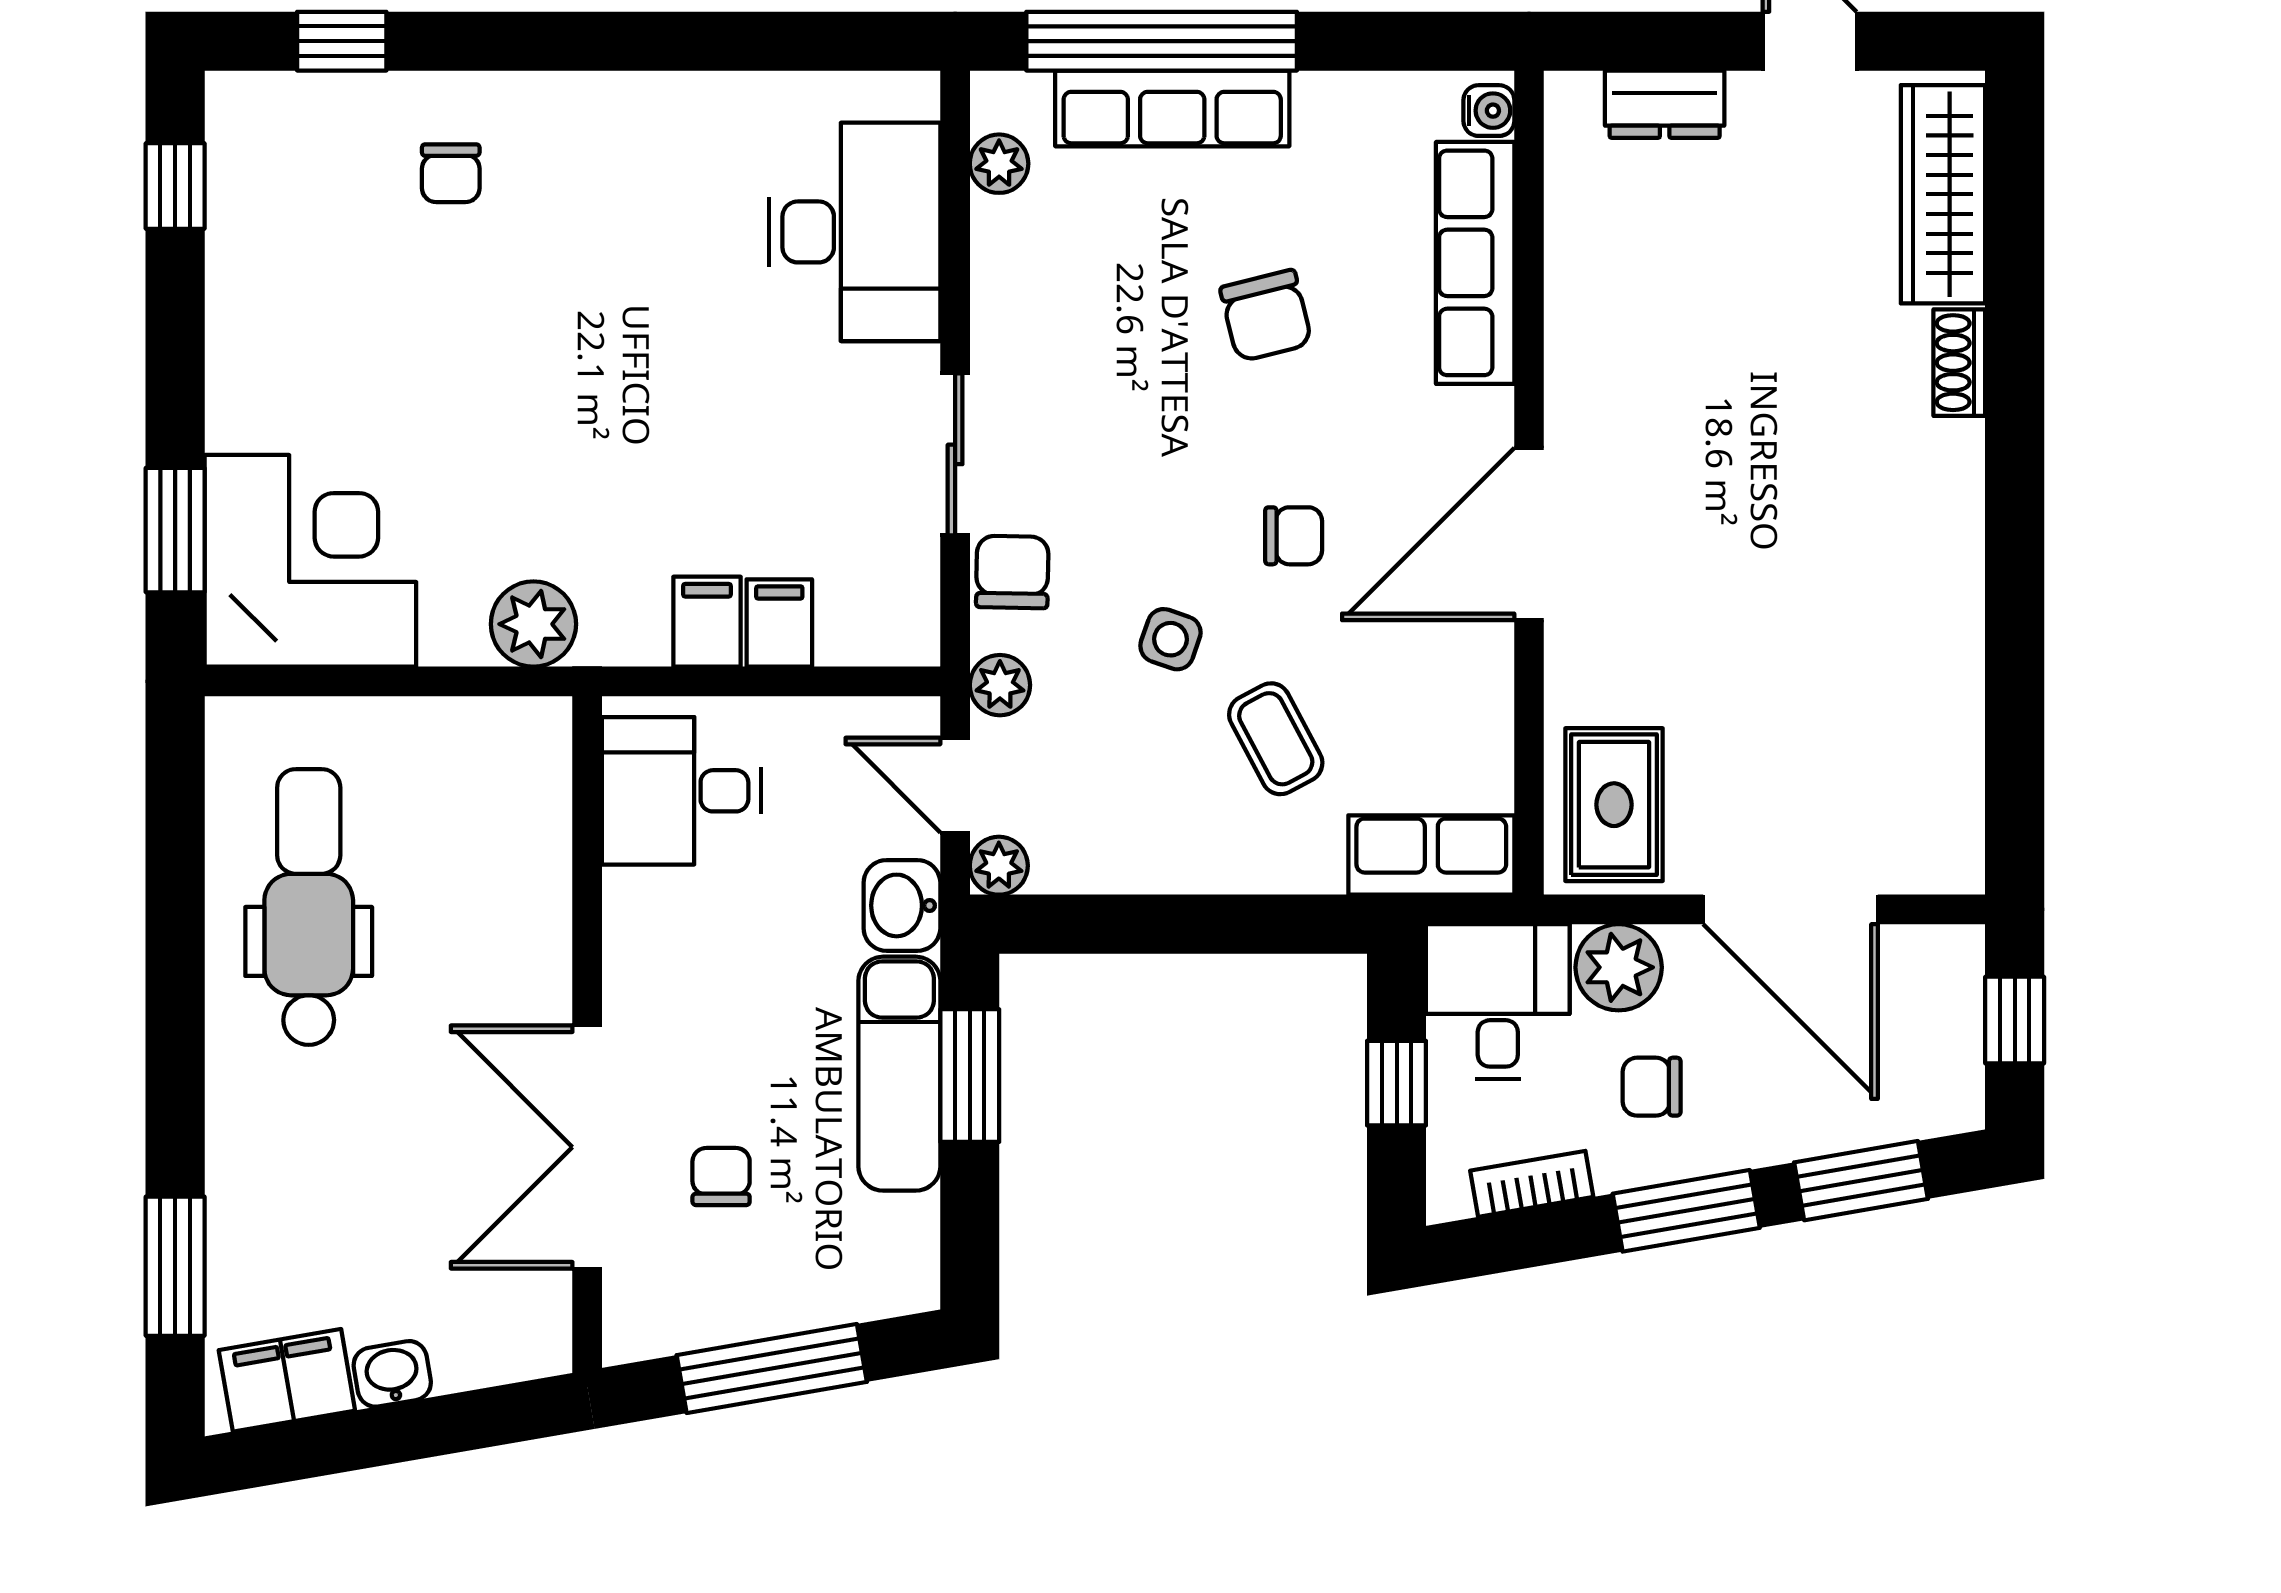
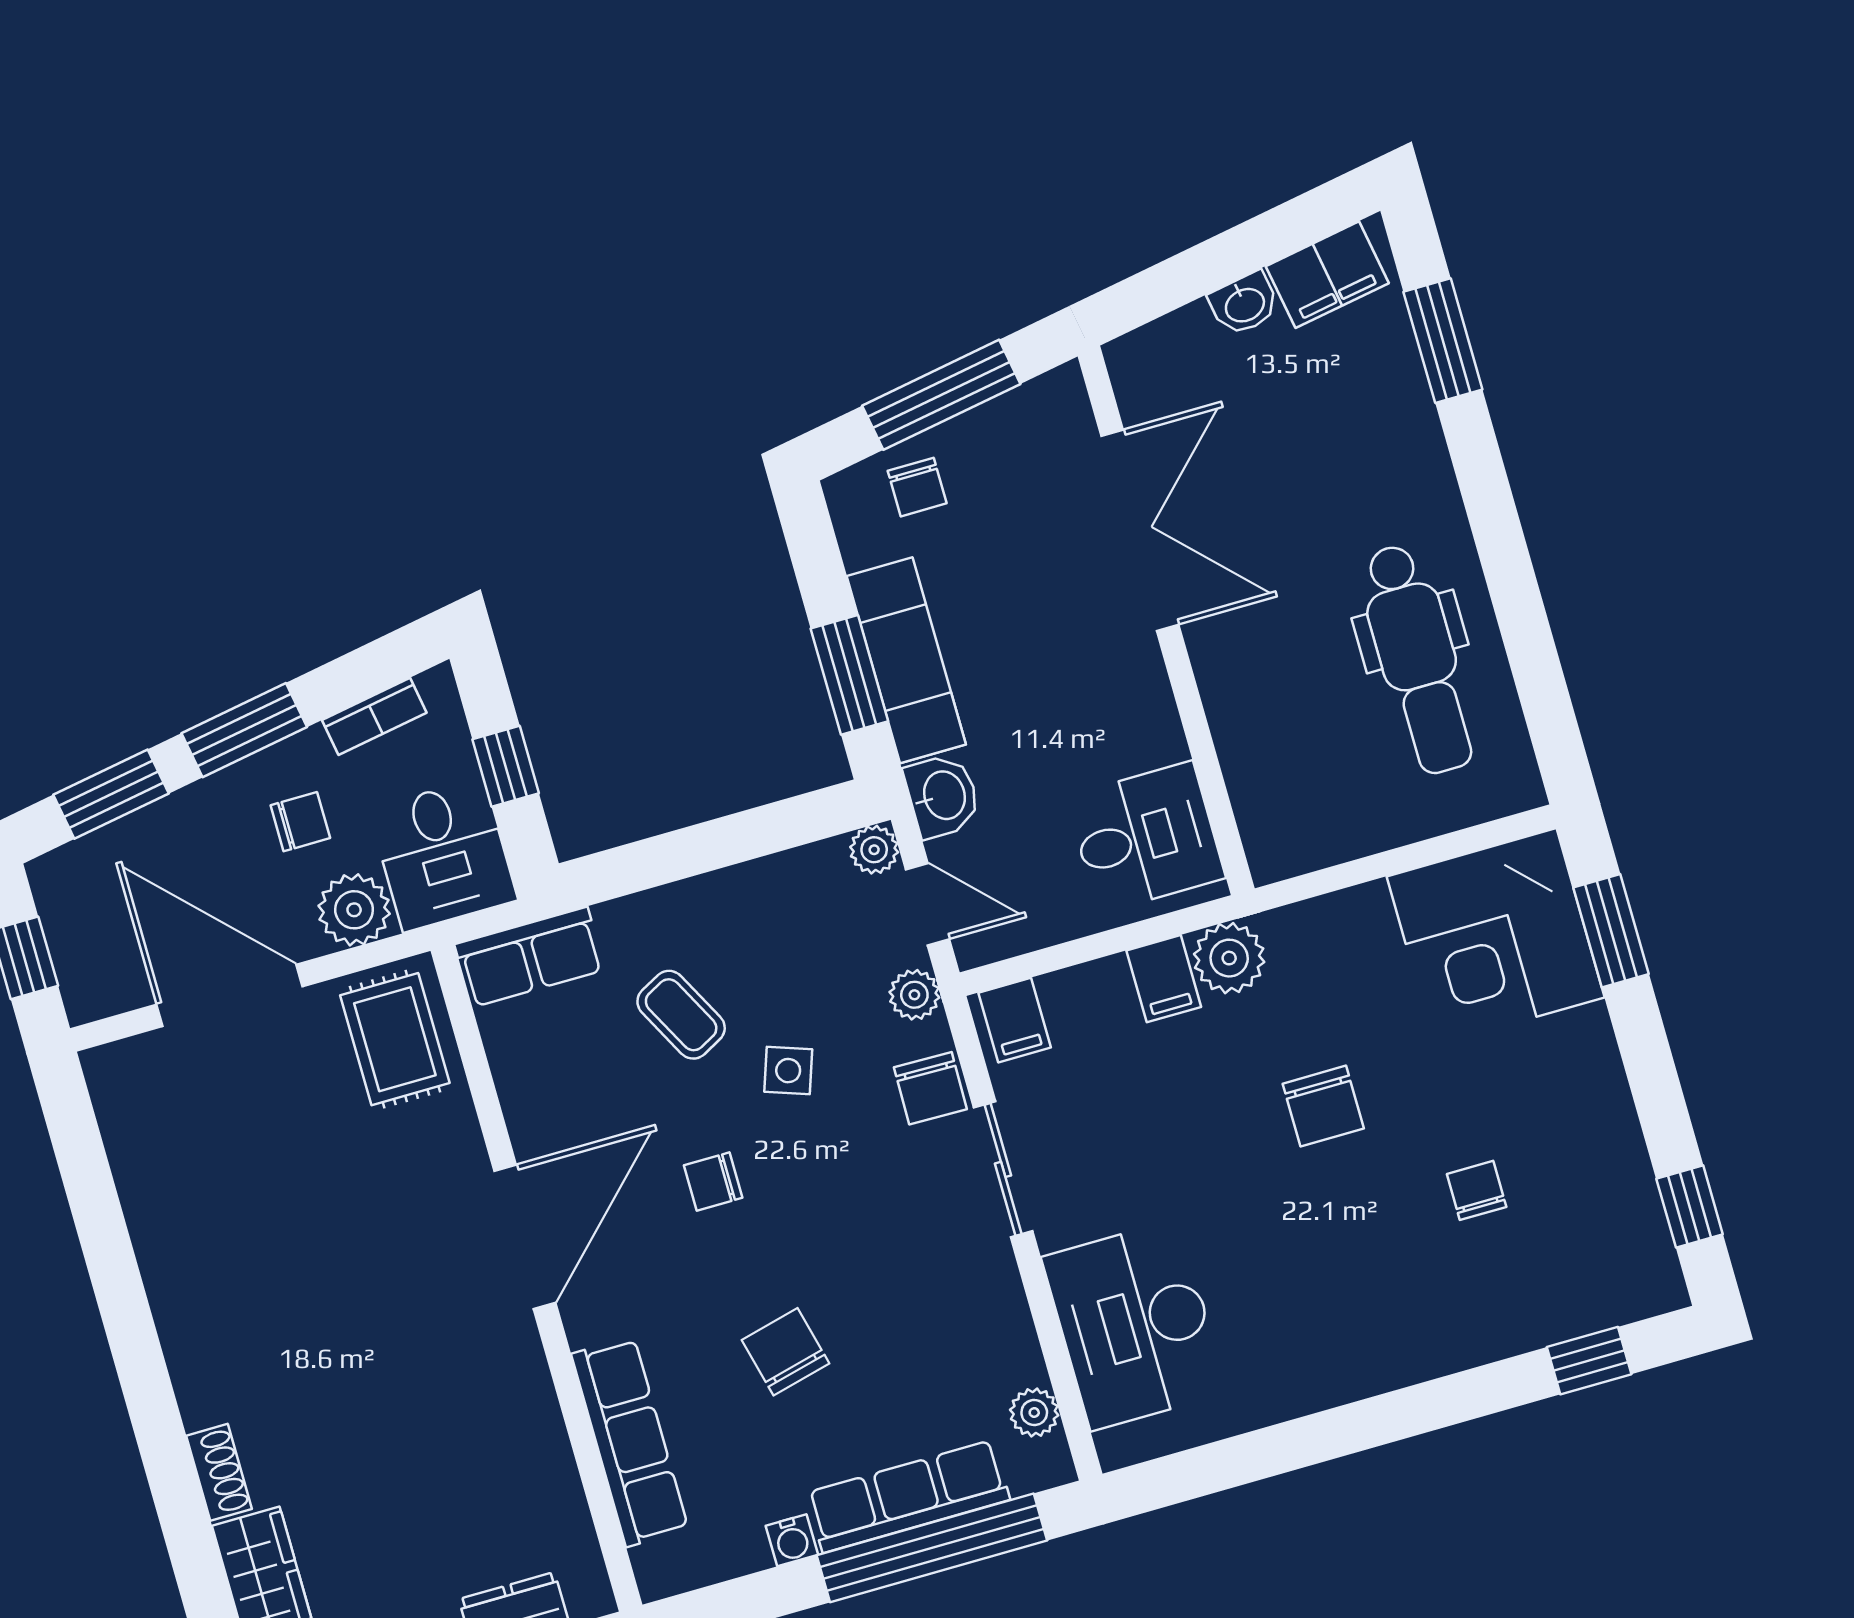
water cooler: (1489, 111) -> (792, 1540), moved, turned -90
chair: (451, 173) -> (1477, 1190), moved
chair: (565, 422) -> (1323, 1106), added
filing cabinet: (779, 623) -> (1015, 1020), moved
plant: (533, 624) -> (1229, 958), moved
chair: (721, 1176) -> (917, 487), moved

